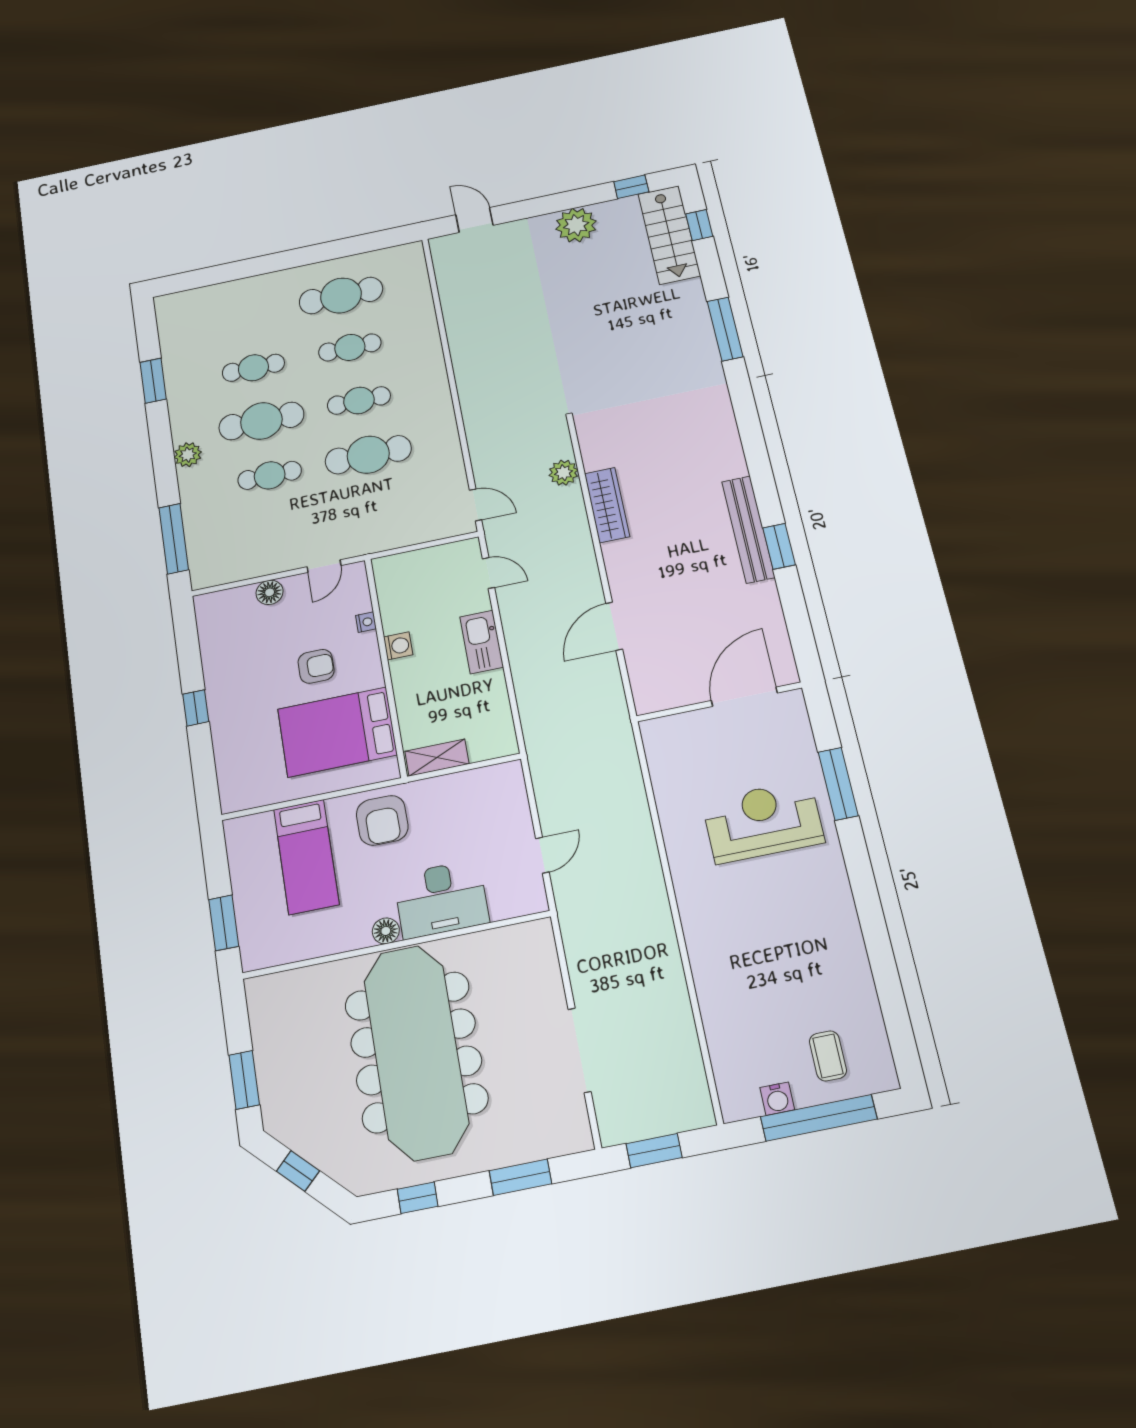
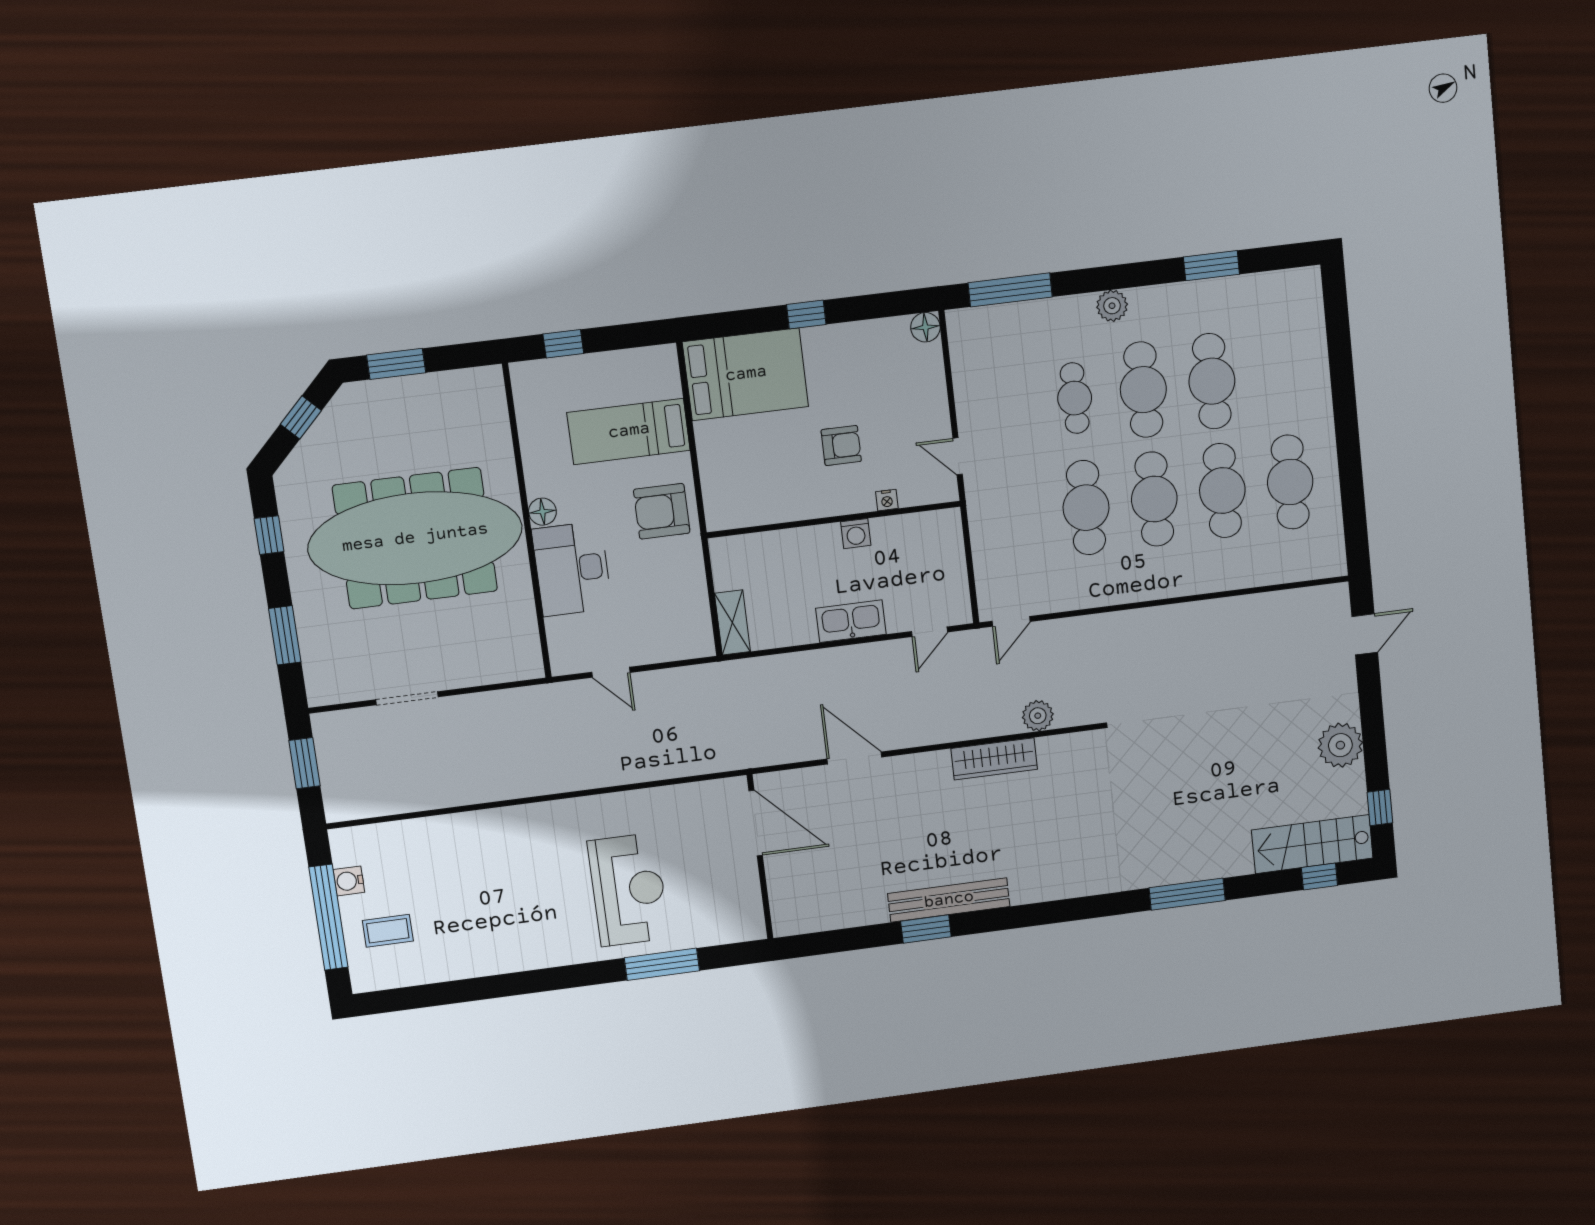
cafe table: (350, 347) -> (1222, 491), width x1.37, depth x1.35
cafe table: (253, 368) -> (1212, 381), width x1.37, depth x1.35
cafe table: (359, 400) -> (1154, 499), width x1.37, depth x1.35
floor lamp: (270, 592) -> (925, 327), moved
armchair: (316, 666) -> (841, 446), turned -90
door: (744, 697) -> (756, 823), moved
bed: (337, 732) -> (746, 374), moved, turned 90
shelving: (437, 758) -> (732, 622), moved
window: (224, 923) -> (563, 344), width x0.67
doorway: (580, 1050) -> (407, 698), width x0.73

